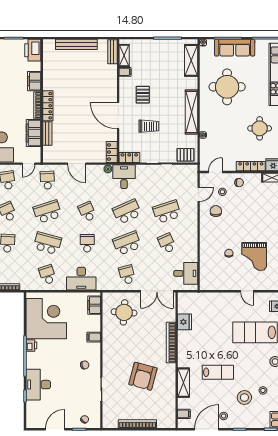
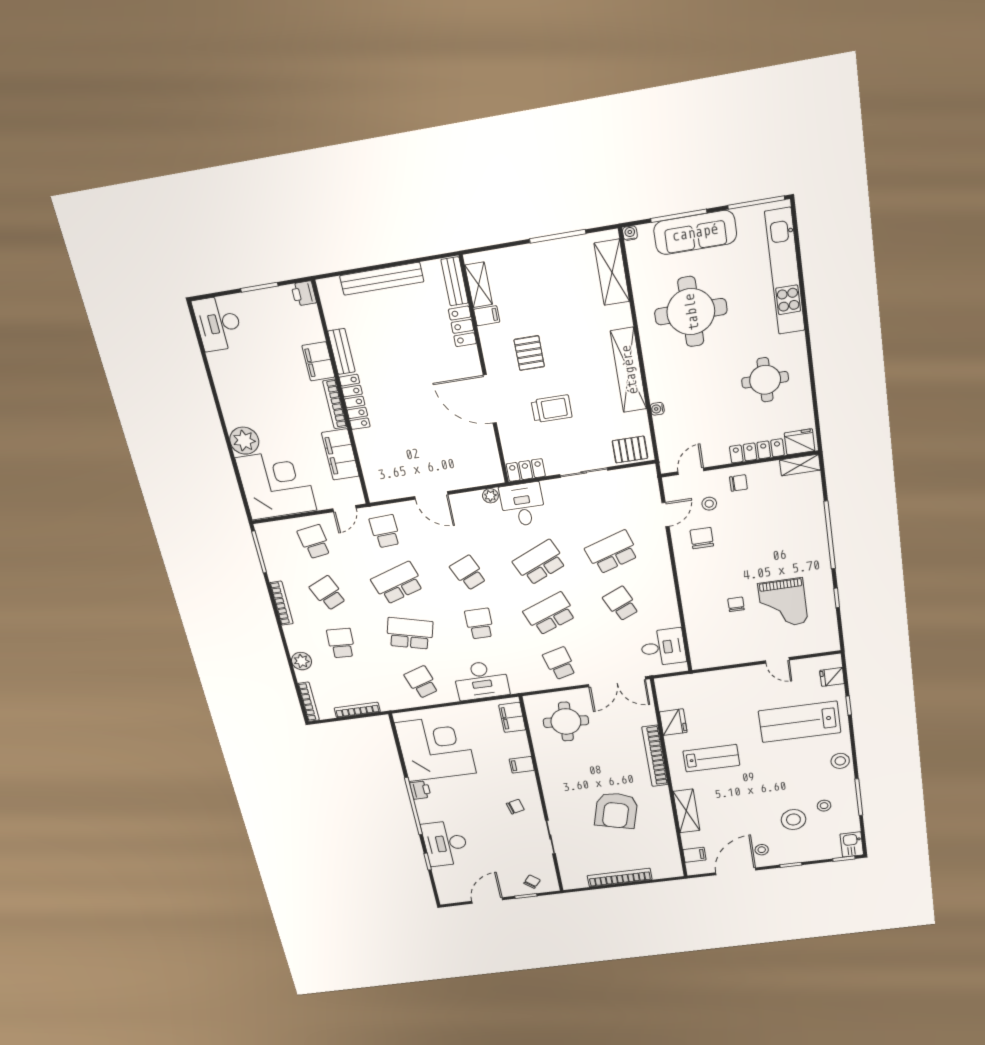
printer: (33, 50) -> (304, 293), width x0.53, depth x0.68
bench: (47, 134) -> (341, 351), moved
locker: (112, 152) -> (462, 326), moved
lab bench: (218, 372) -> (711, 758), moved

